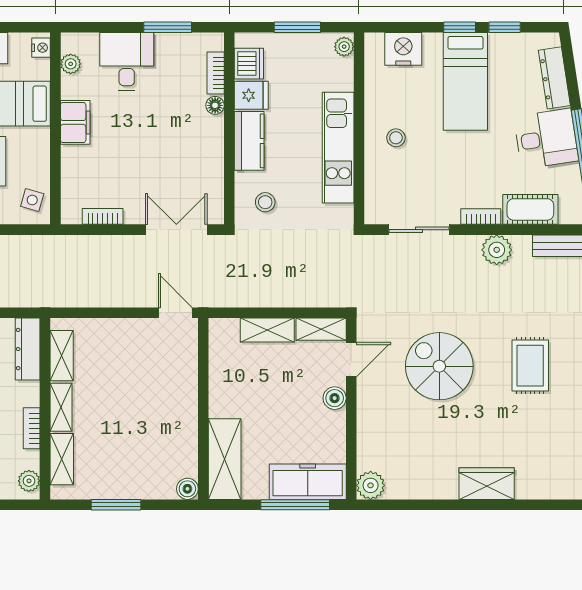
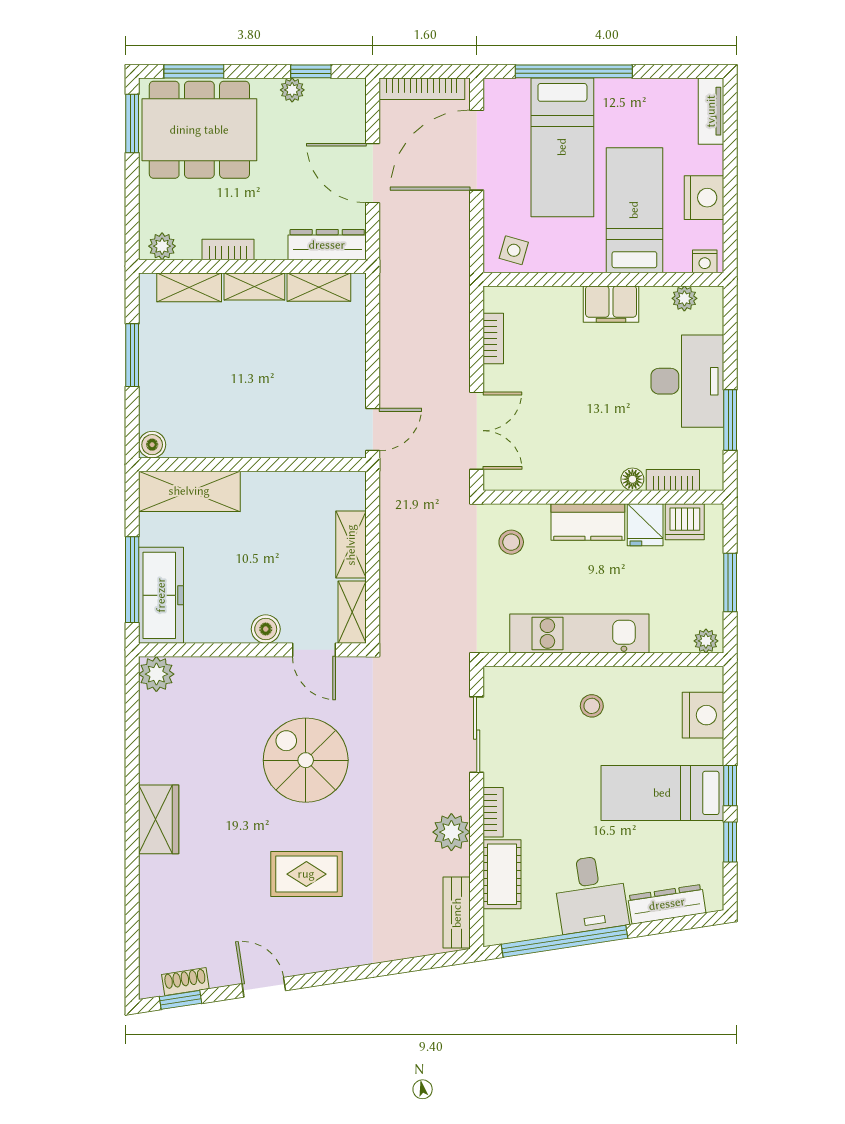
desk: (127, 61) -> (687, 381), width x1.37
spiral stairs: (439, 366) -> (306, 760), turned -90

